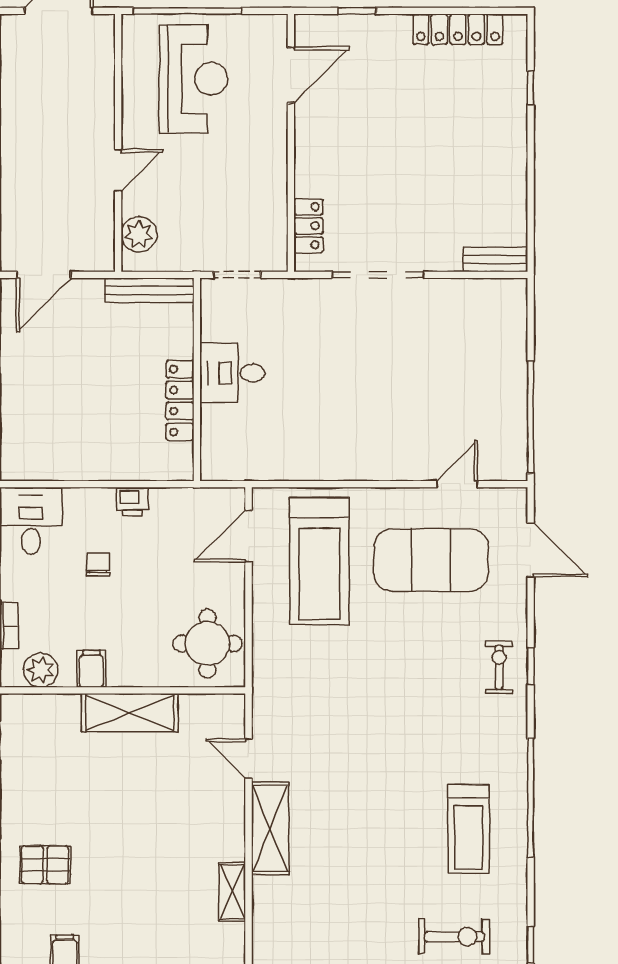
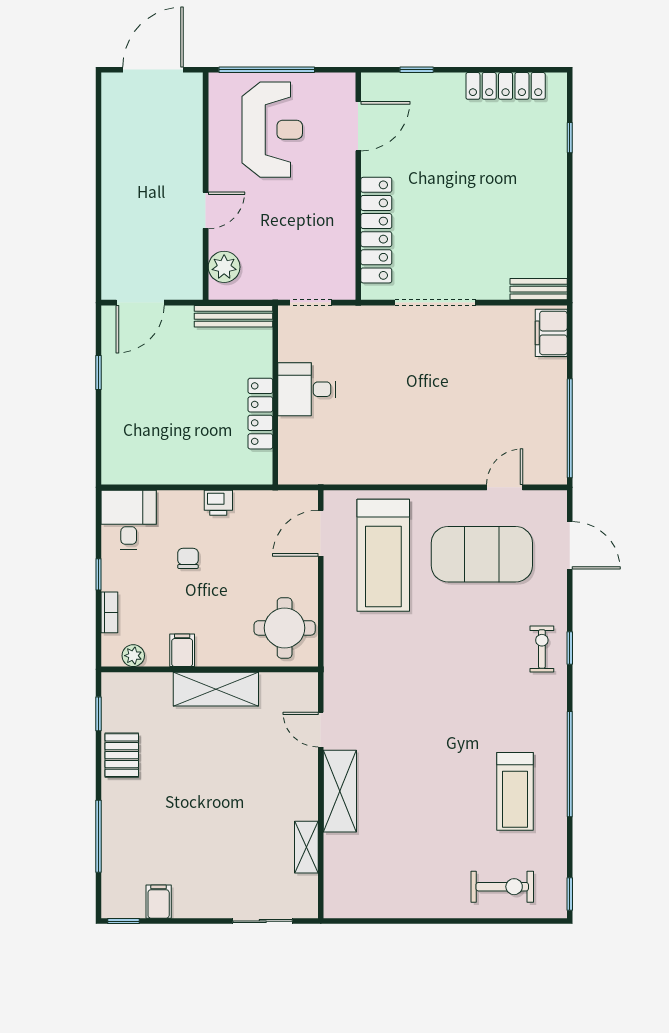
locker: (308, 226) -> (376, 230), width x2.16, depth x1.21
filing cabinet: (510, 309) -> (551, 333), added
plant: (41, 670) -> (133, 656), width x0.73, depth x0.73
pallet: (45, 865) -> (122, 755), moved, turned 90

